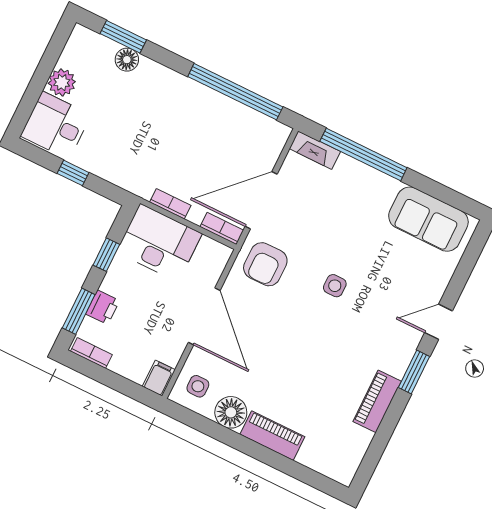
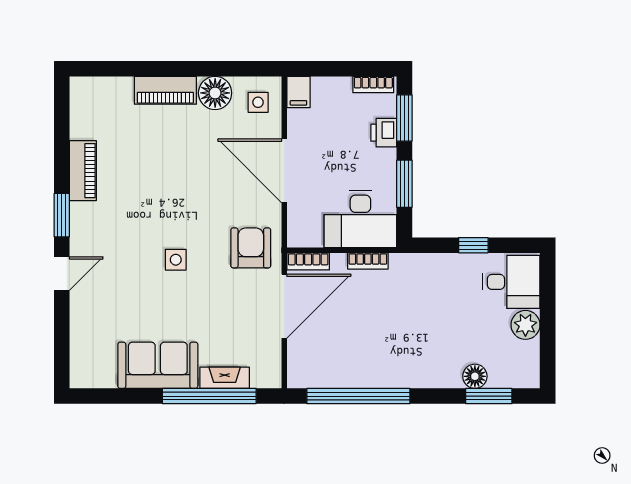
fireplace: (315, 150) -> (225, 378), moved
sofa: (428, 219) -> (158, 365), moved
window: (106, 255) -> (404, 184), width x1.50

